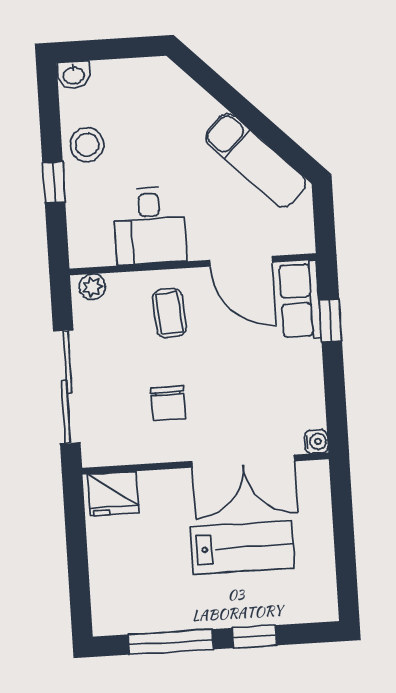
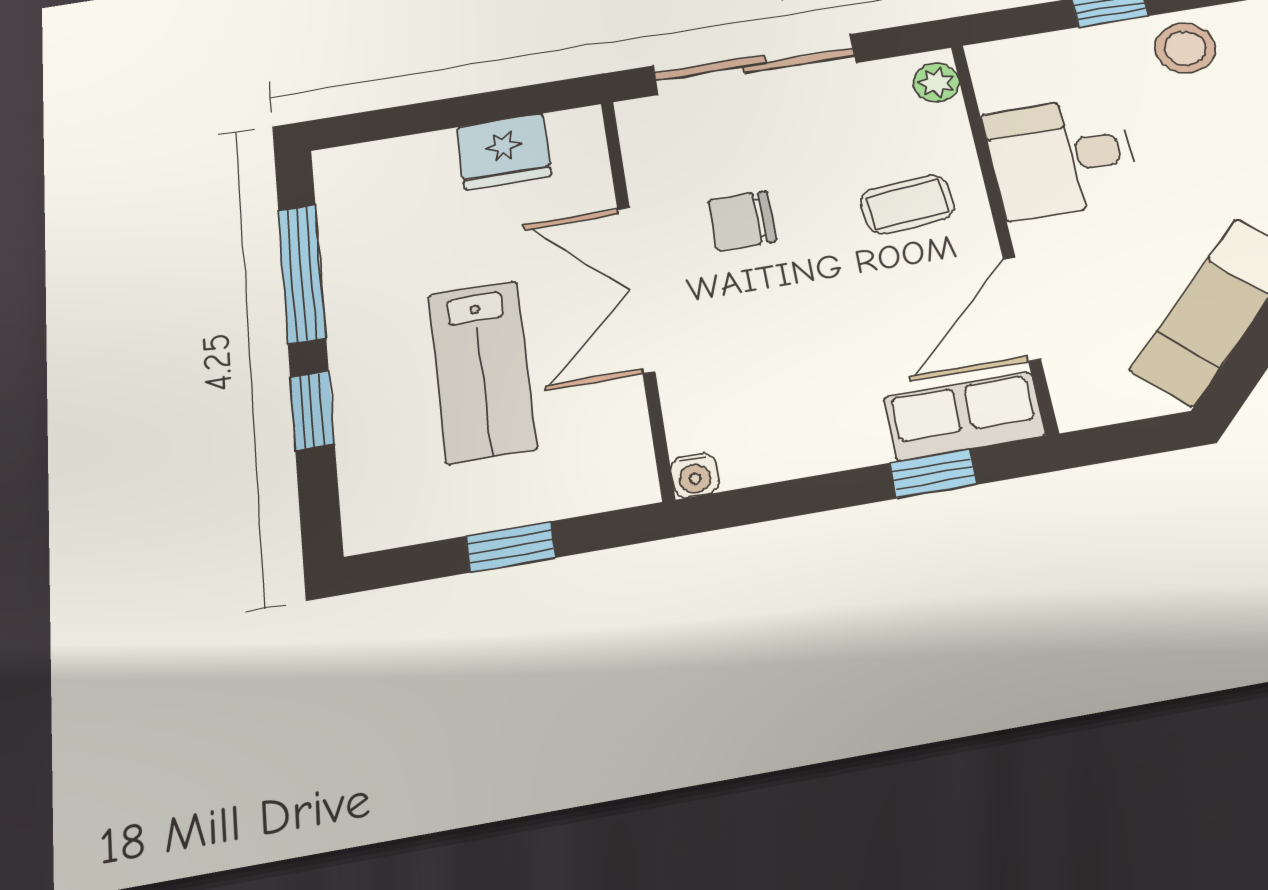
double door: (243, 461) -> (636, 289), moved
fridge: (113, 494) -> (504, 151), moved, turned -90
window: (344, 537) -> (511, 547), added

